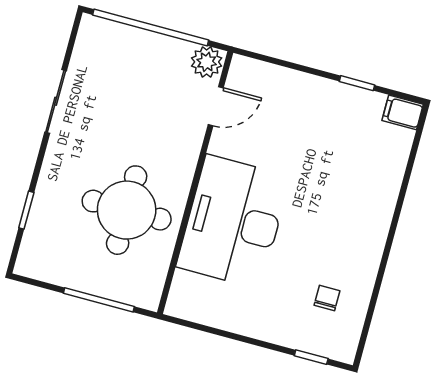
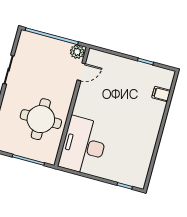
filing cabinet: (403, 112) -> (161, 94), moved
desk: (233, 222) -> (84, 146), moved
chair: (327, 298) -> (132, 159), removed

